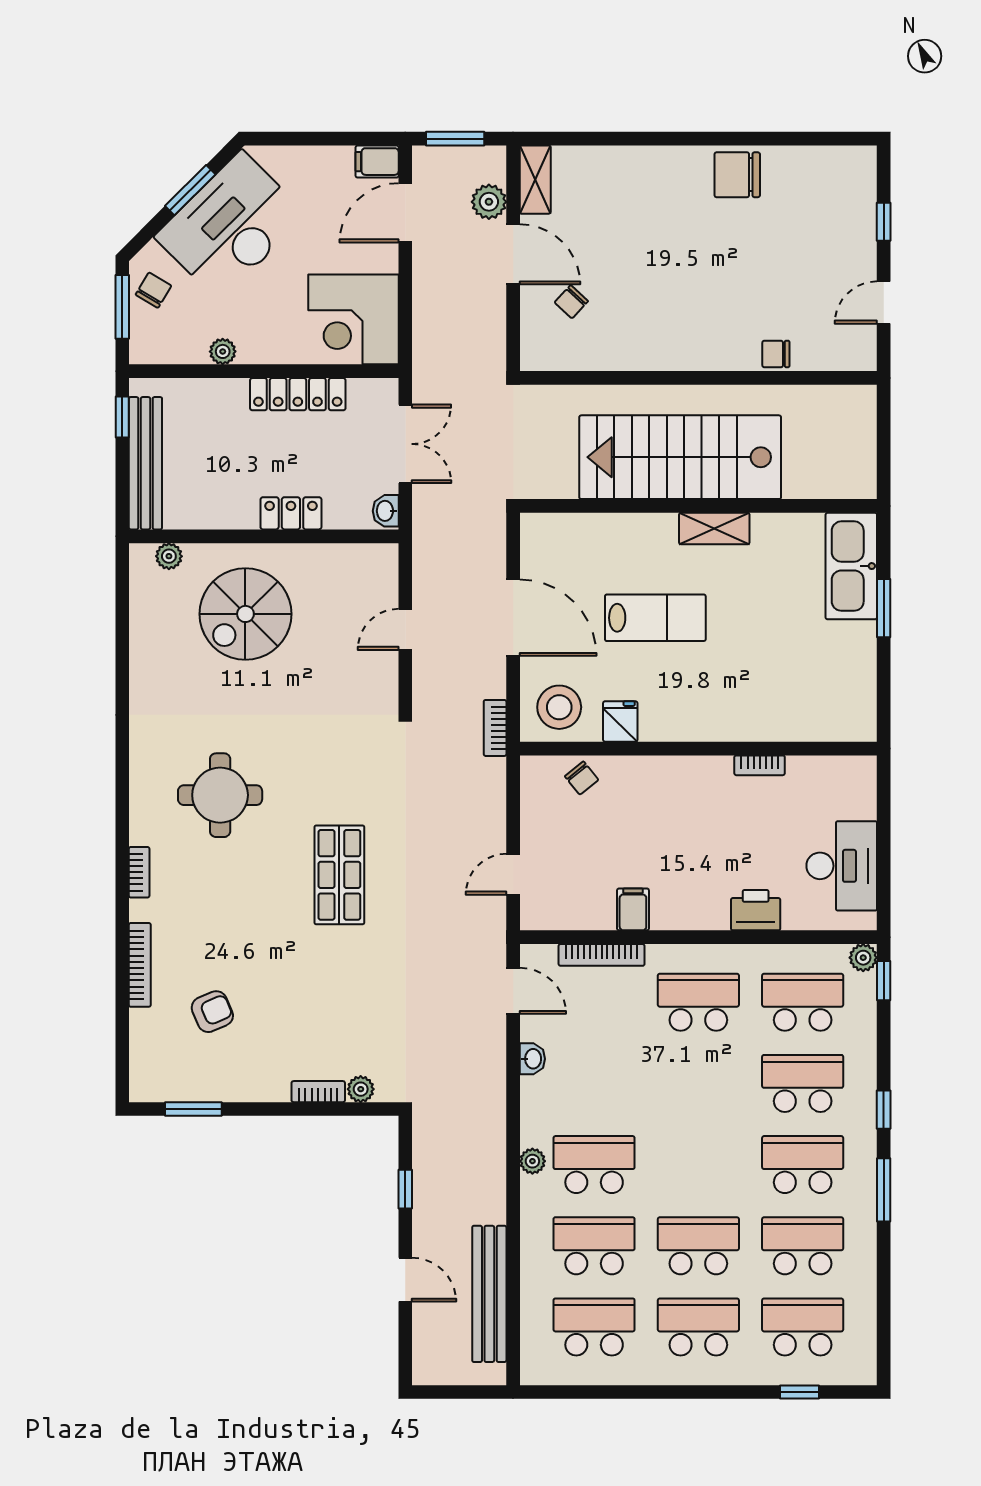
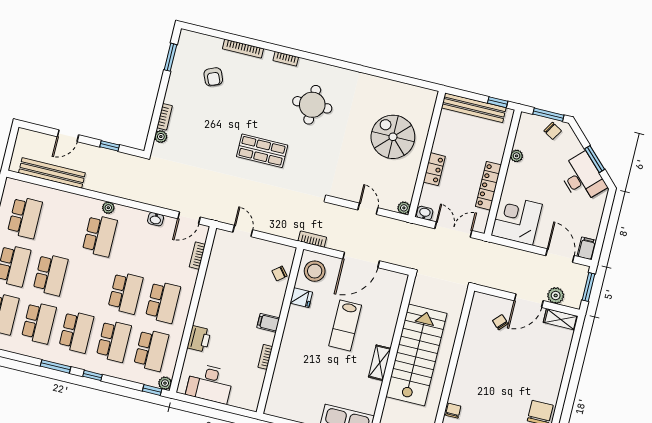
desk: (231, 226) -> (582, 178), width x0.73, depth x0.77
double door: (405, 444) -> (453, 230), swing flipped
plant: (169, 556) -> (404, 208), moved
filing cabinet: (633, 909) -> (268, 323), moved, turned 180
bookcase: (602, 955) -> (197, 256), width x0.64
school desk: (594, 1246) -> (126, 293), moved

